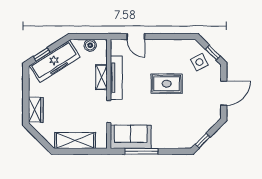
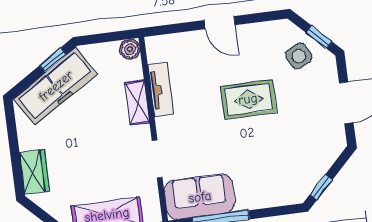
door: (136, 37) -> (220, 23), moved
boiler: (90, 45) -> (130, 49), moved
window: (42, 54) -> (53, 60), moved
tv unit: (116, 78) -> (161, 90), width x0.71

